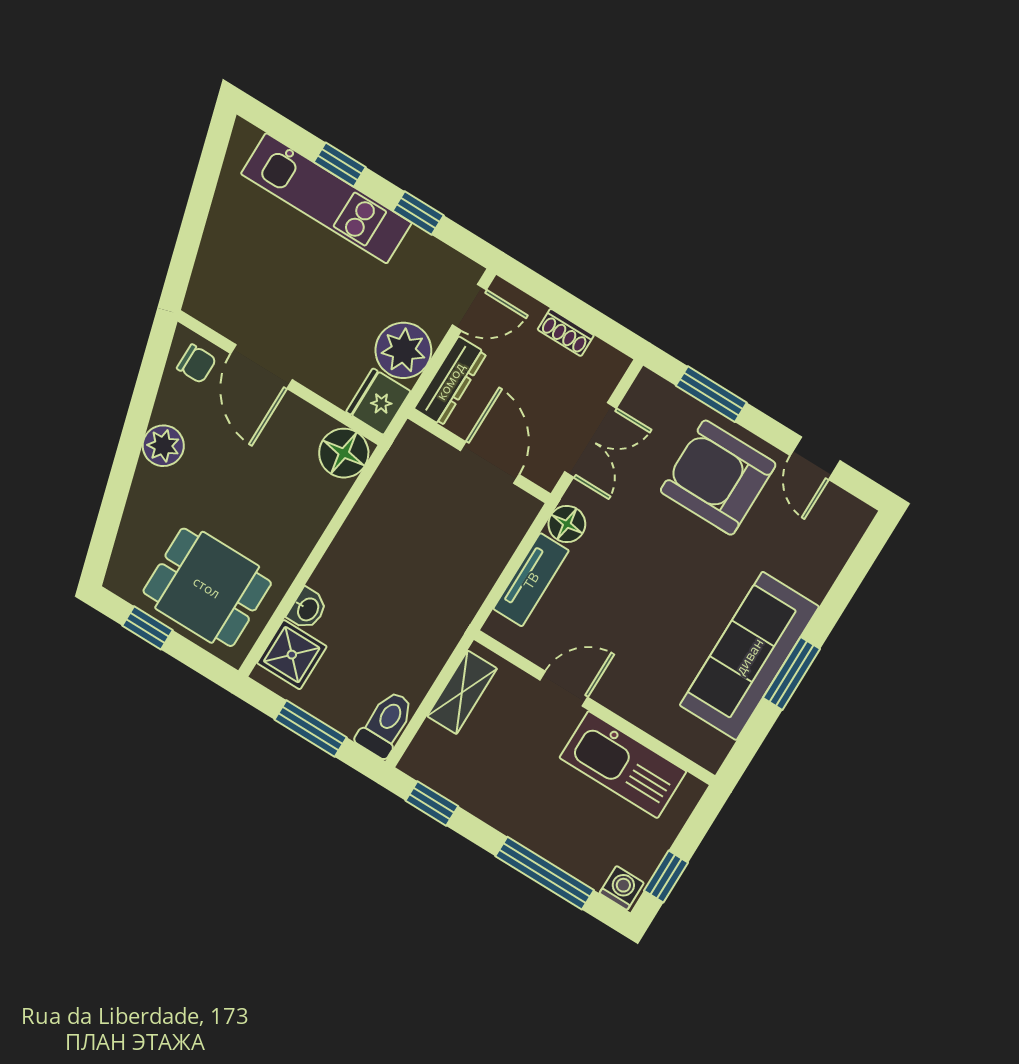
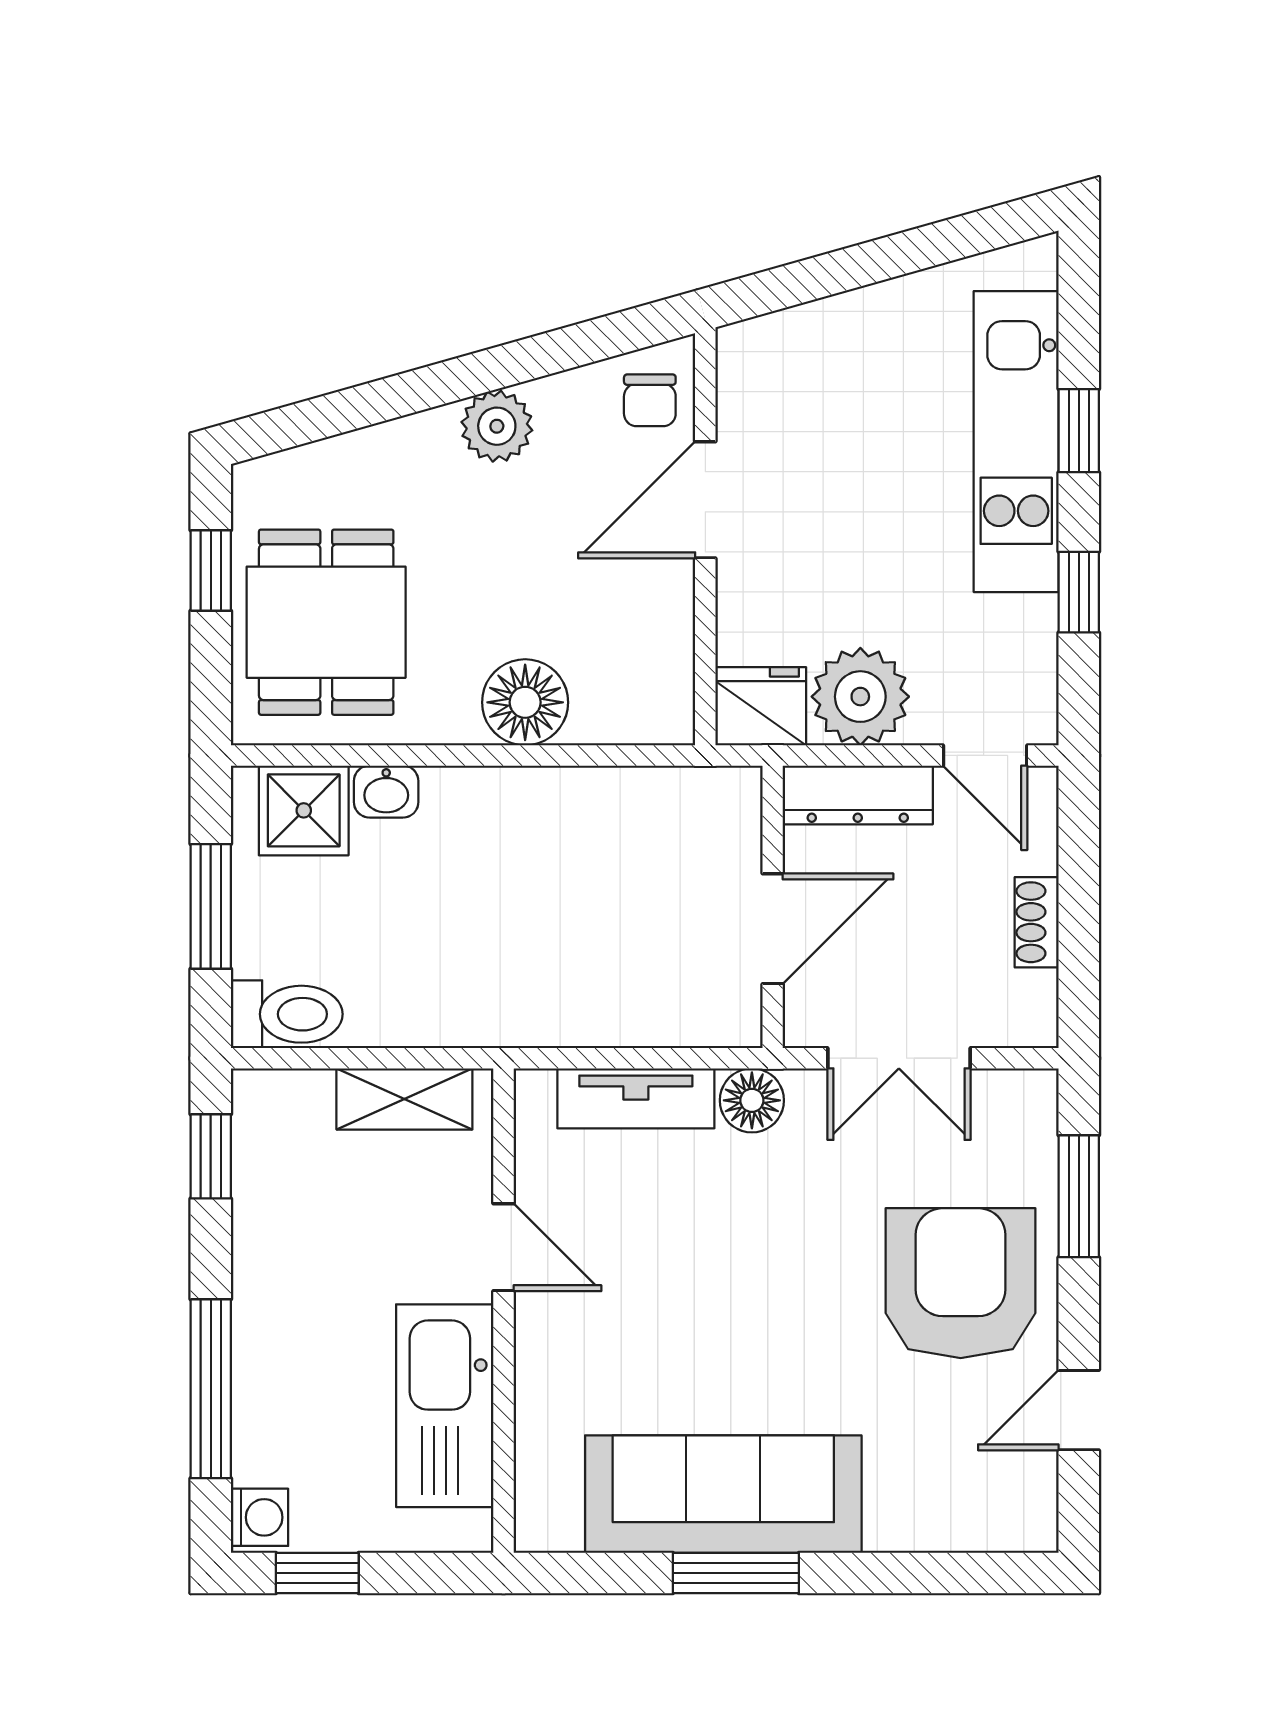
floor lamp: (344, 453) -> (525, 702), moved

